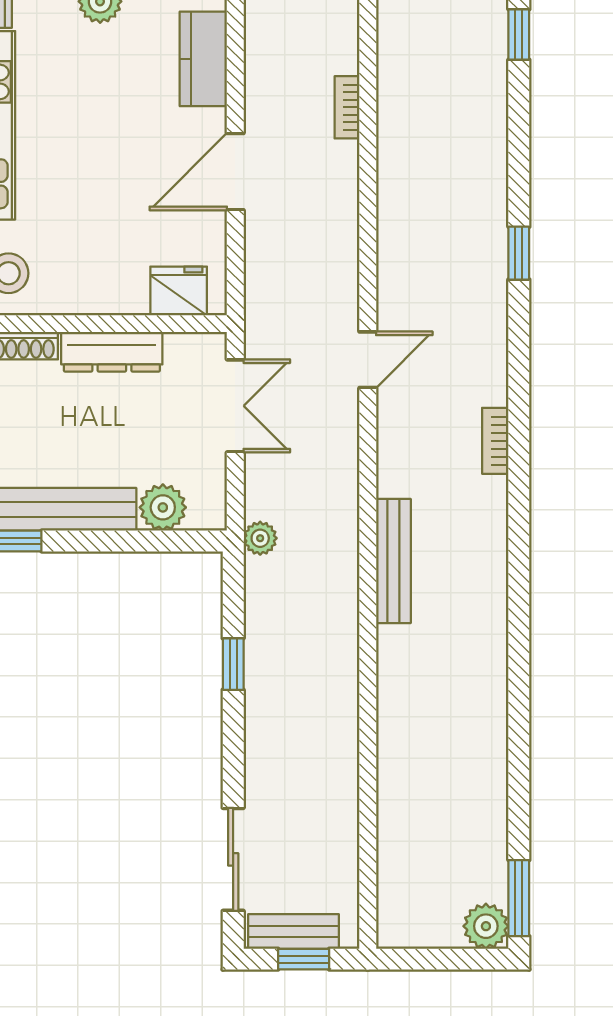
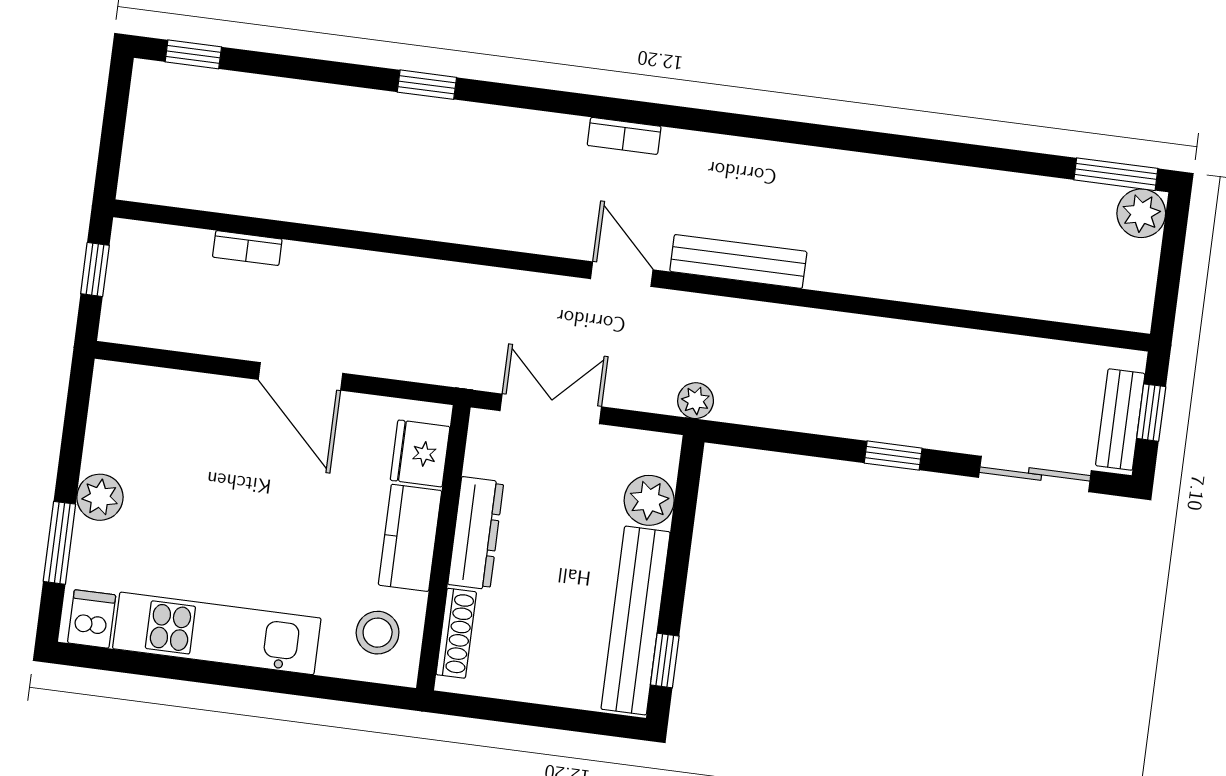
kitchen counter: (203, 59) -> (410, 538), moved, turned 90
door: (368, 360) -> (622, 274), moved
window: (233, 664) -> (893, 456), moved

